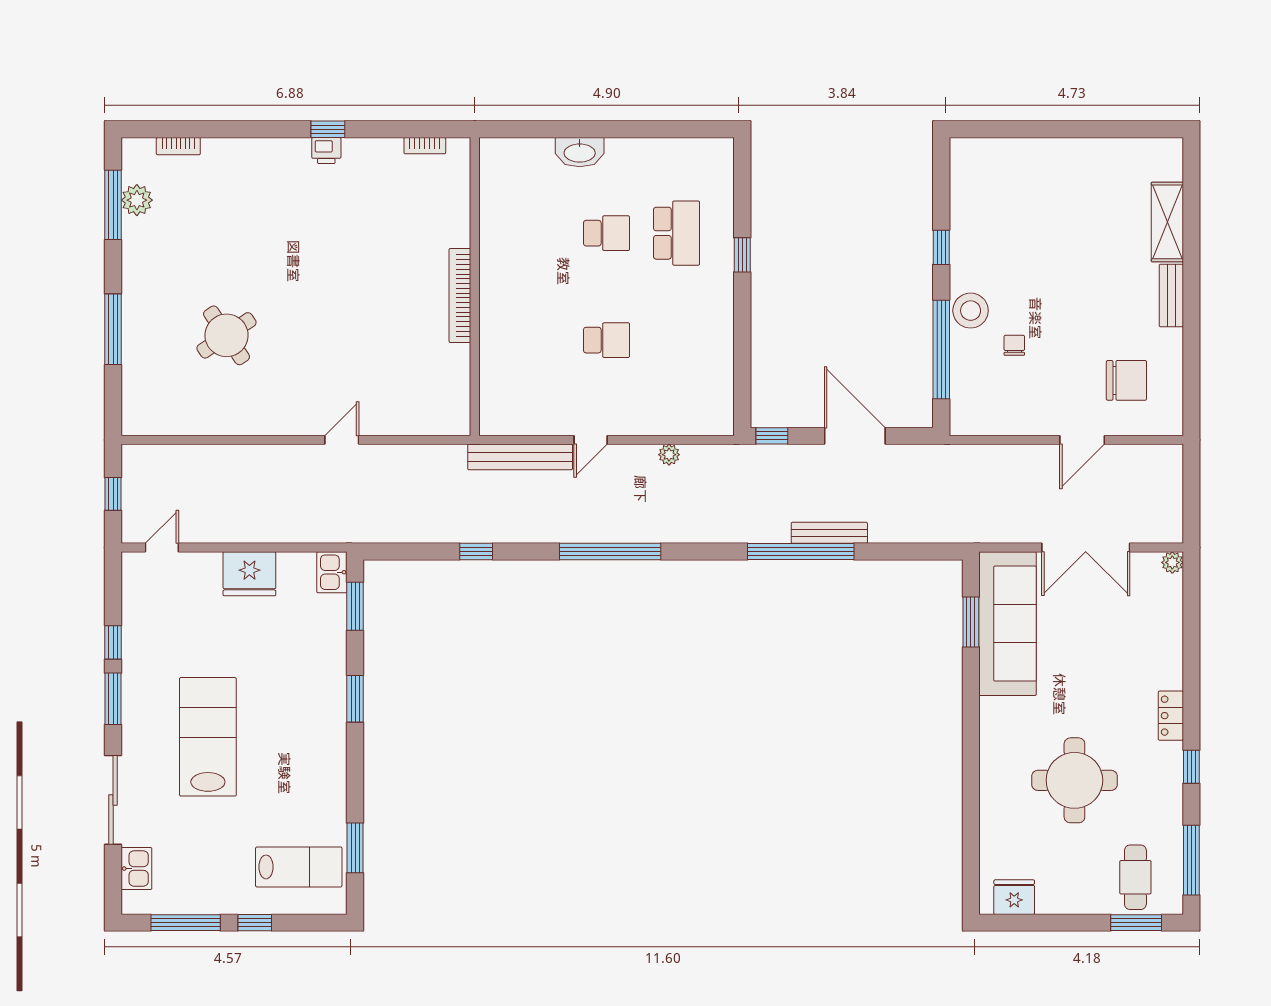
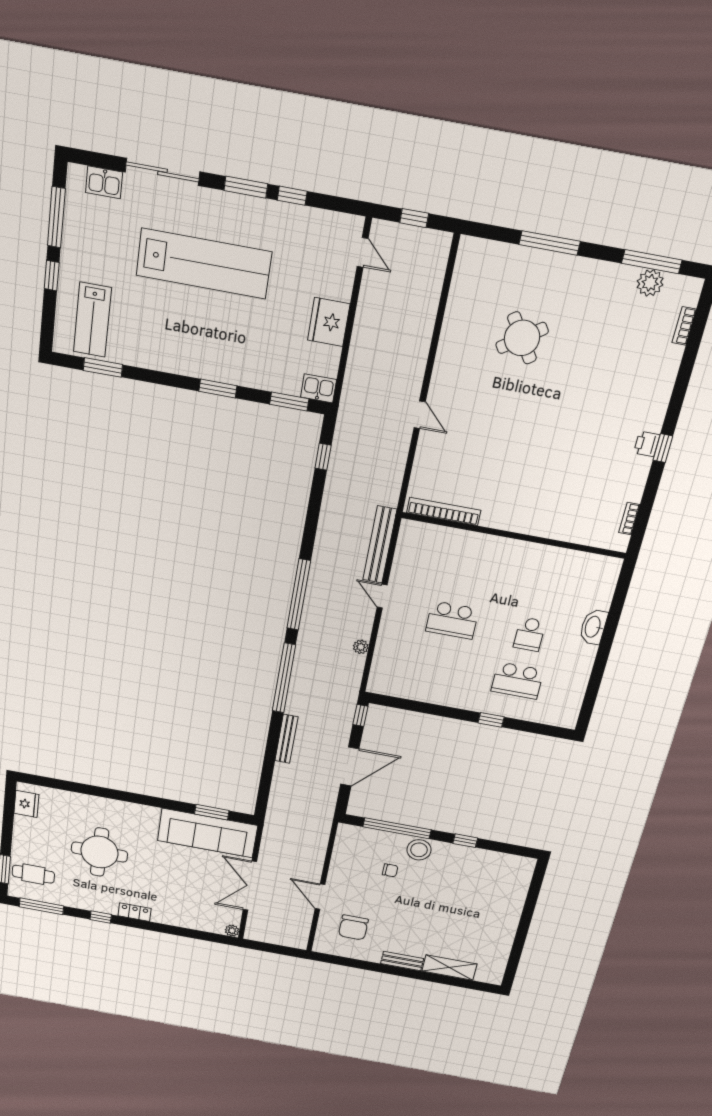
bookcase: (460, 295) -> (444, 511), moved
school desk: (606, 340) -> (452, 620), width x1.85
window: (476, 552) -> (323, 457), moved
window: (801, 552) -> (284, 678), moved
lab bench: (208, 737) -> (204, 264), width x1.36

